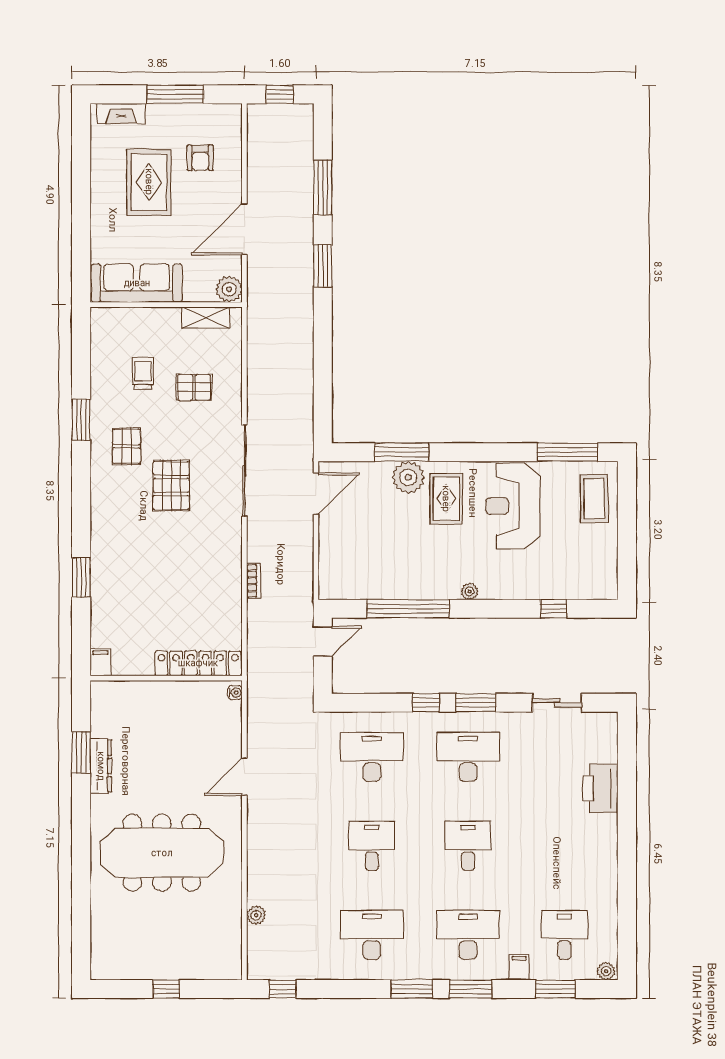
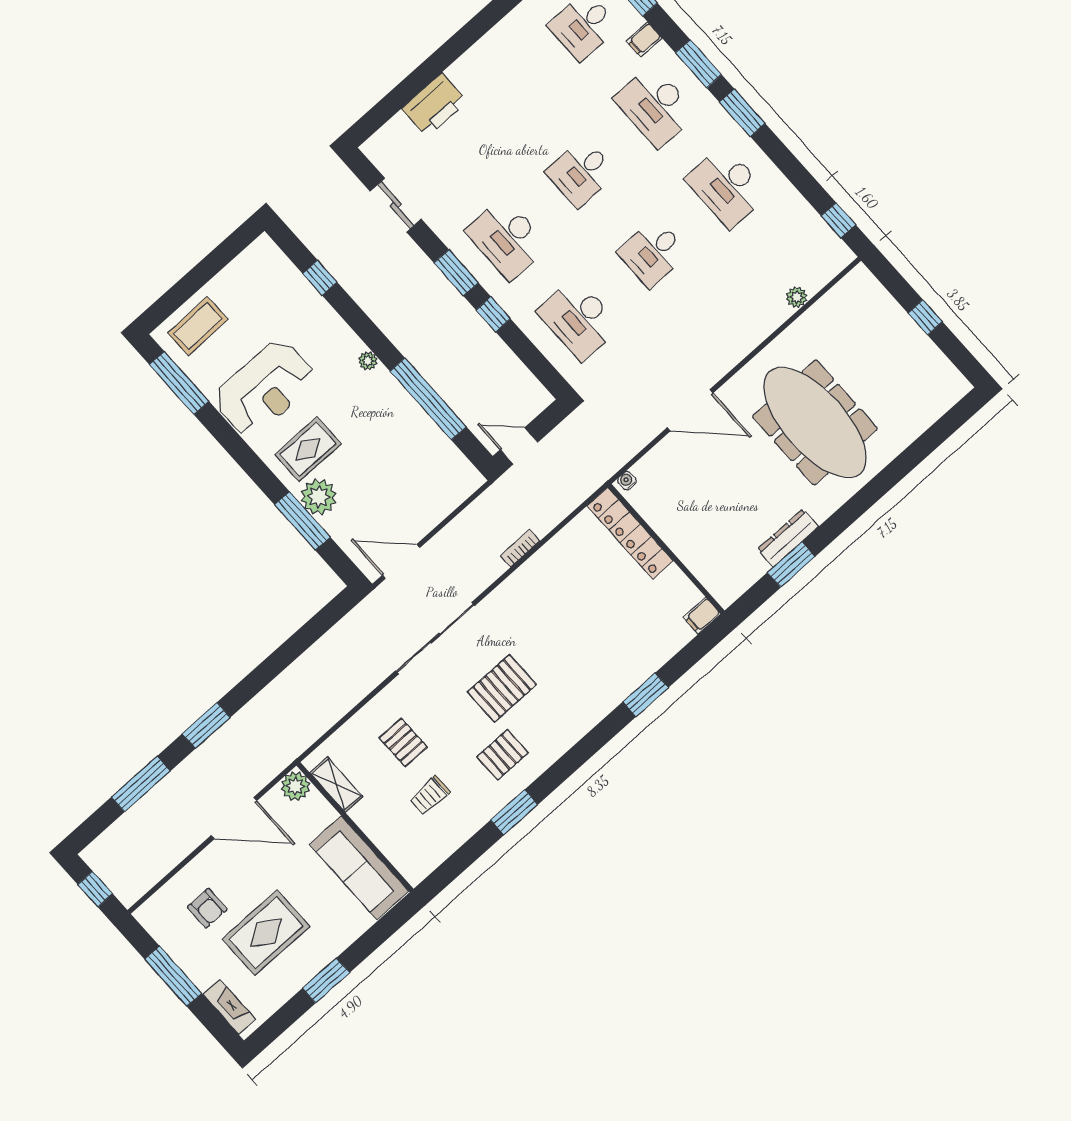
armchair: (200, 158) -> (207, 908), turned 90
window: (81, 194) -> (326, 980), added
door: (244, 777) -> (690, 410), width x1.36

